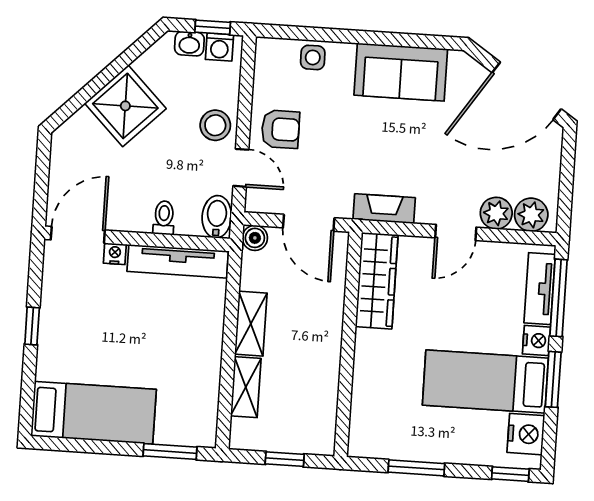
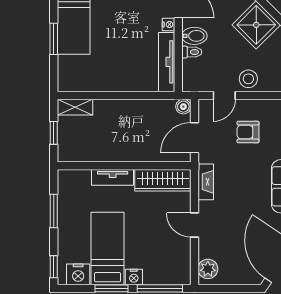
armchair: (280, 129) -> (248, 132), moved, turned 90
plant: (496, 213) -> (207, 248), removed
bidet: (217, 217) -> (194, 36), moved
tv unit: (540, 289) -> (113, 177), moved, turned 180
shelving: (251, 324) -> (133, 108), removed
shelving: (246, 387) -> (75, 107), moved
window: (170, 451) -> (54, 39), moved

